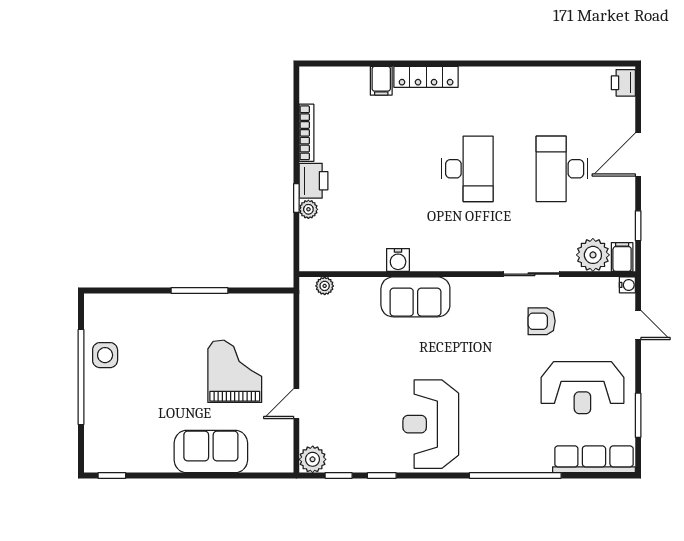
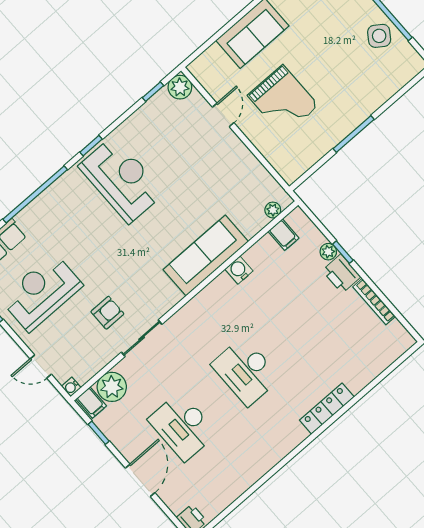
filing cabinet: (381, 81) -> (284, 235), moved, turned 180
desk: (562, 169) -> (183, 426), turned 180
sofa: (415, 297) -> (206, 256), width x1.36
side table: (105, 355) -> (379, 36), turned 35
window: (382, 476) -> (91, 146), moved

